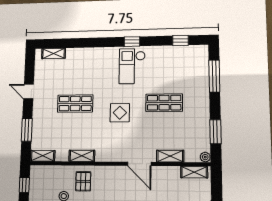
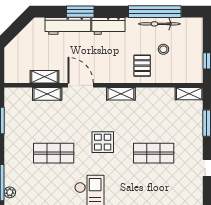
shelving: (82, 156) -> (121, 94), moved
plant: (205, 157) -> (10, 192), moved
shelving: (194, 172) -> (44, 77), moved

